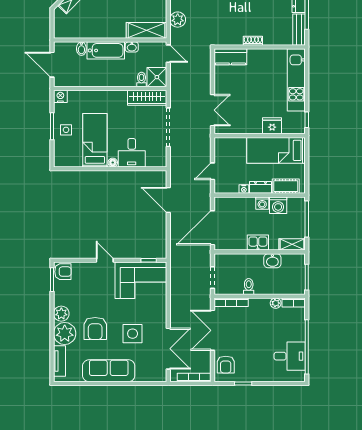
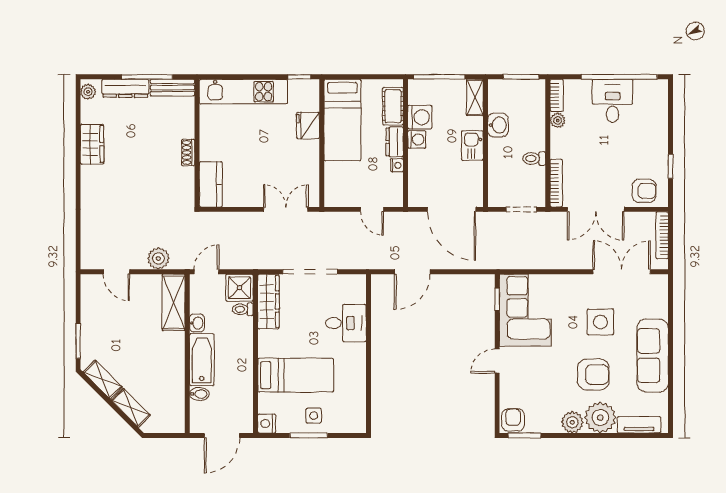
bed: (95, 140) -> (296, 375), moved, turned 180
floor lamp: (113, 163) -> (360, 350), removed
desk: (290, 356) -> (613, 101), moved

